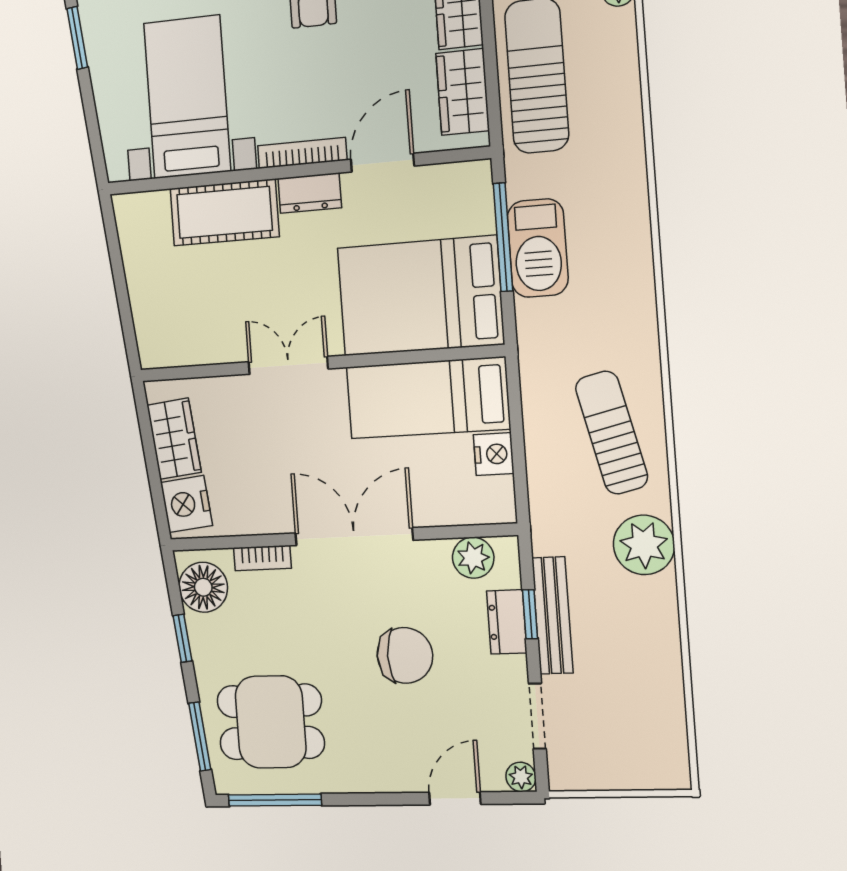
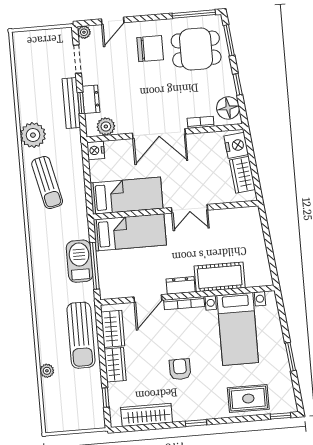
bed: (420, 296) -> (130, 232), width x0.67
nightstand: (494, 454) -> (96, 150), moved
chair: (405, 655) -> (150, 49), moved, turned 180

